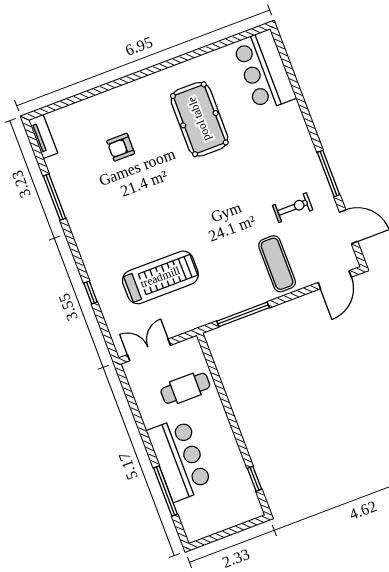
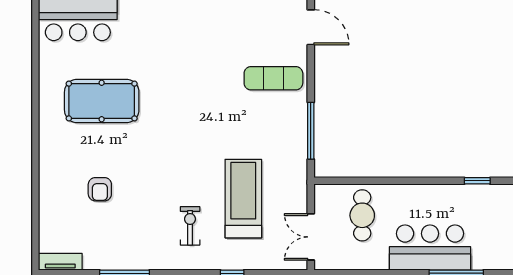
exercise bike: (293, 208) -> (190, 226), moved

